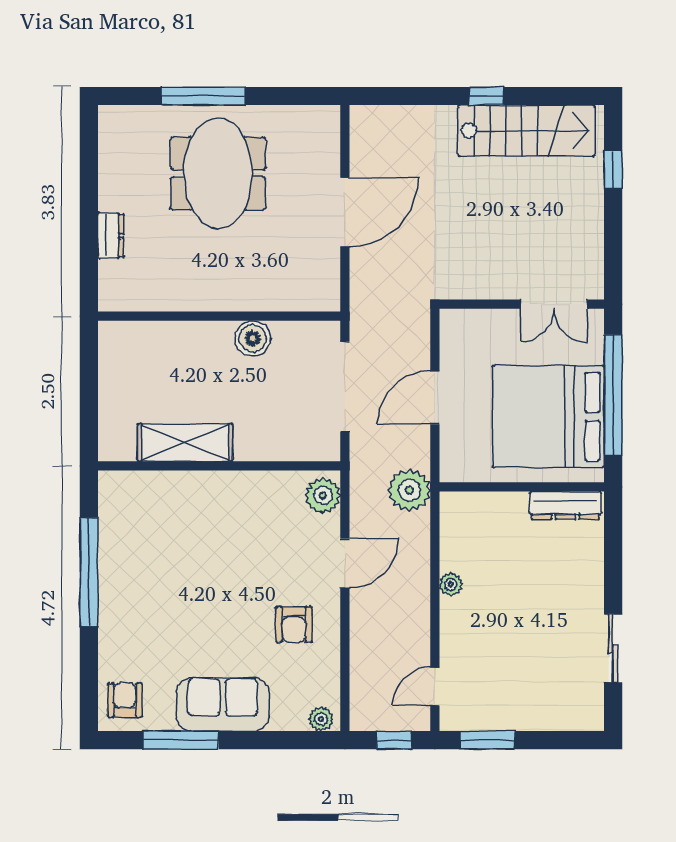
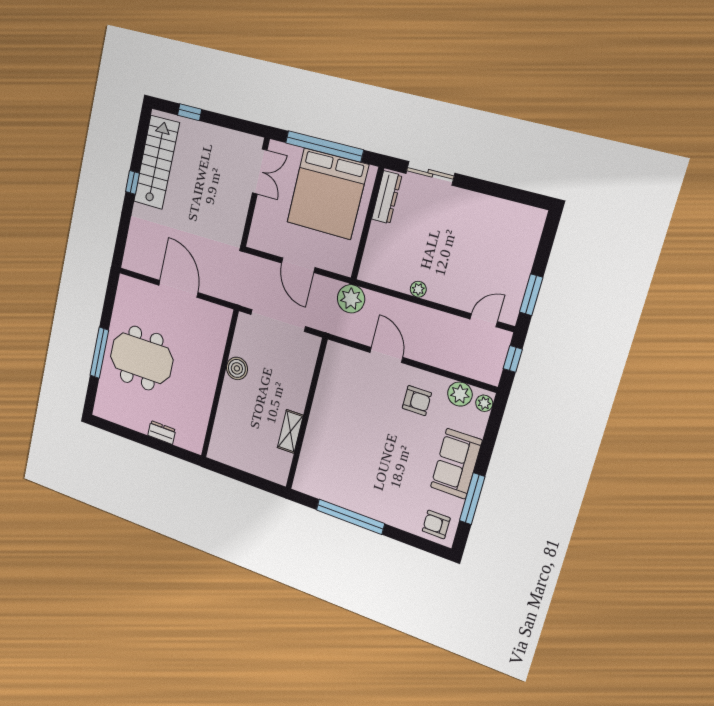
shelving: (185, 443) -> (290, 431), width x0.67, depth x0.75
plant: (323, 496) -> (460, 394), moved
sliding door: (613, 648) -> (430, 173), moved
door: (435, 687) -> (484, 320), swing flipped

